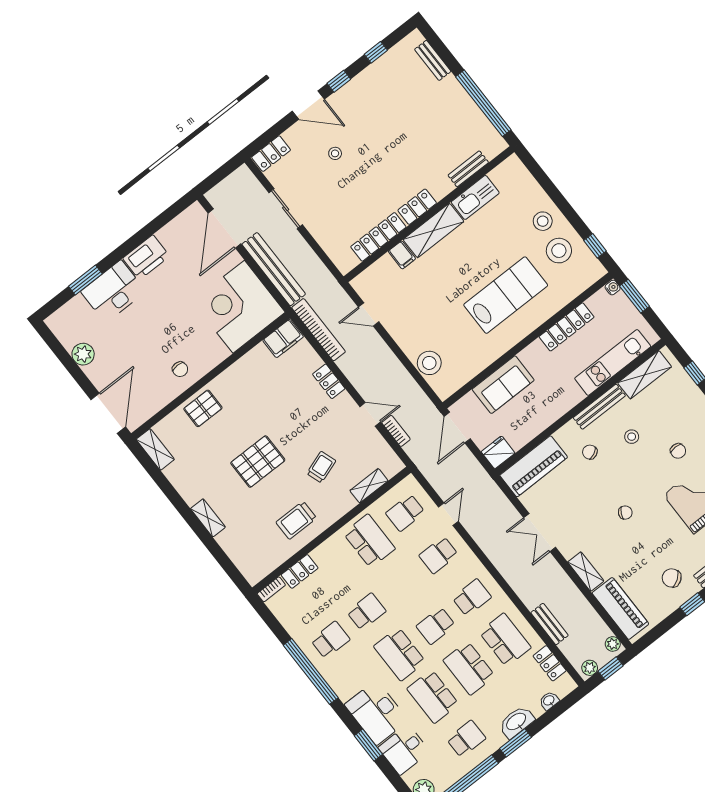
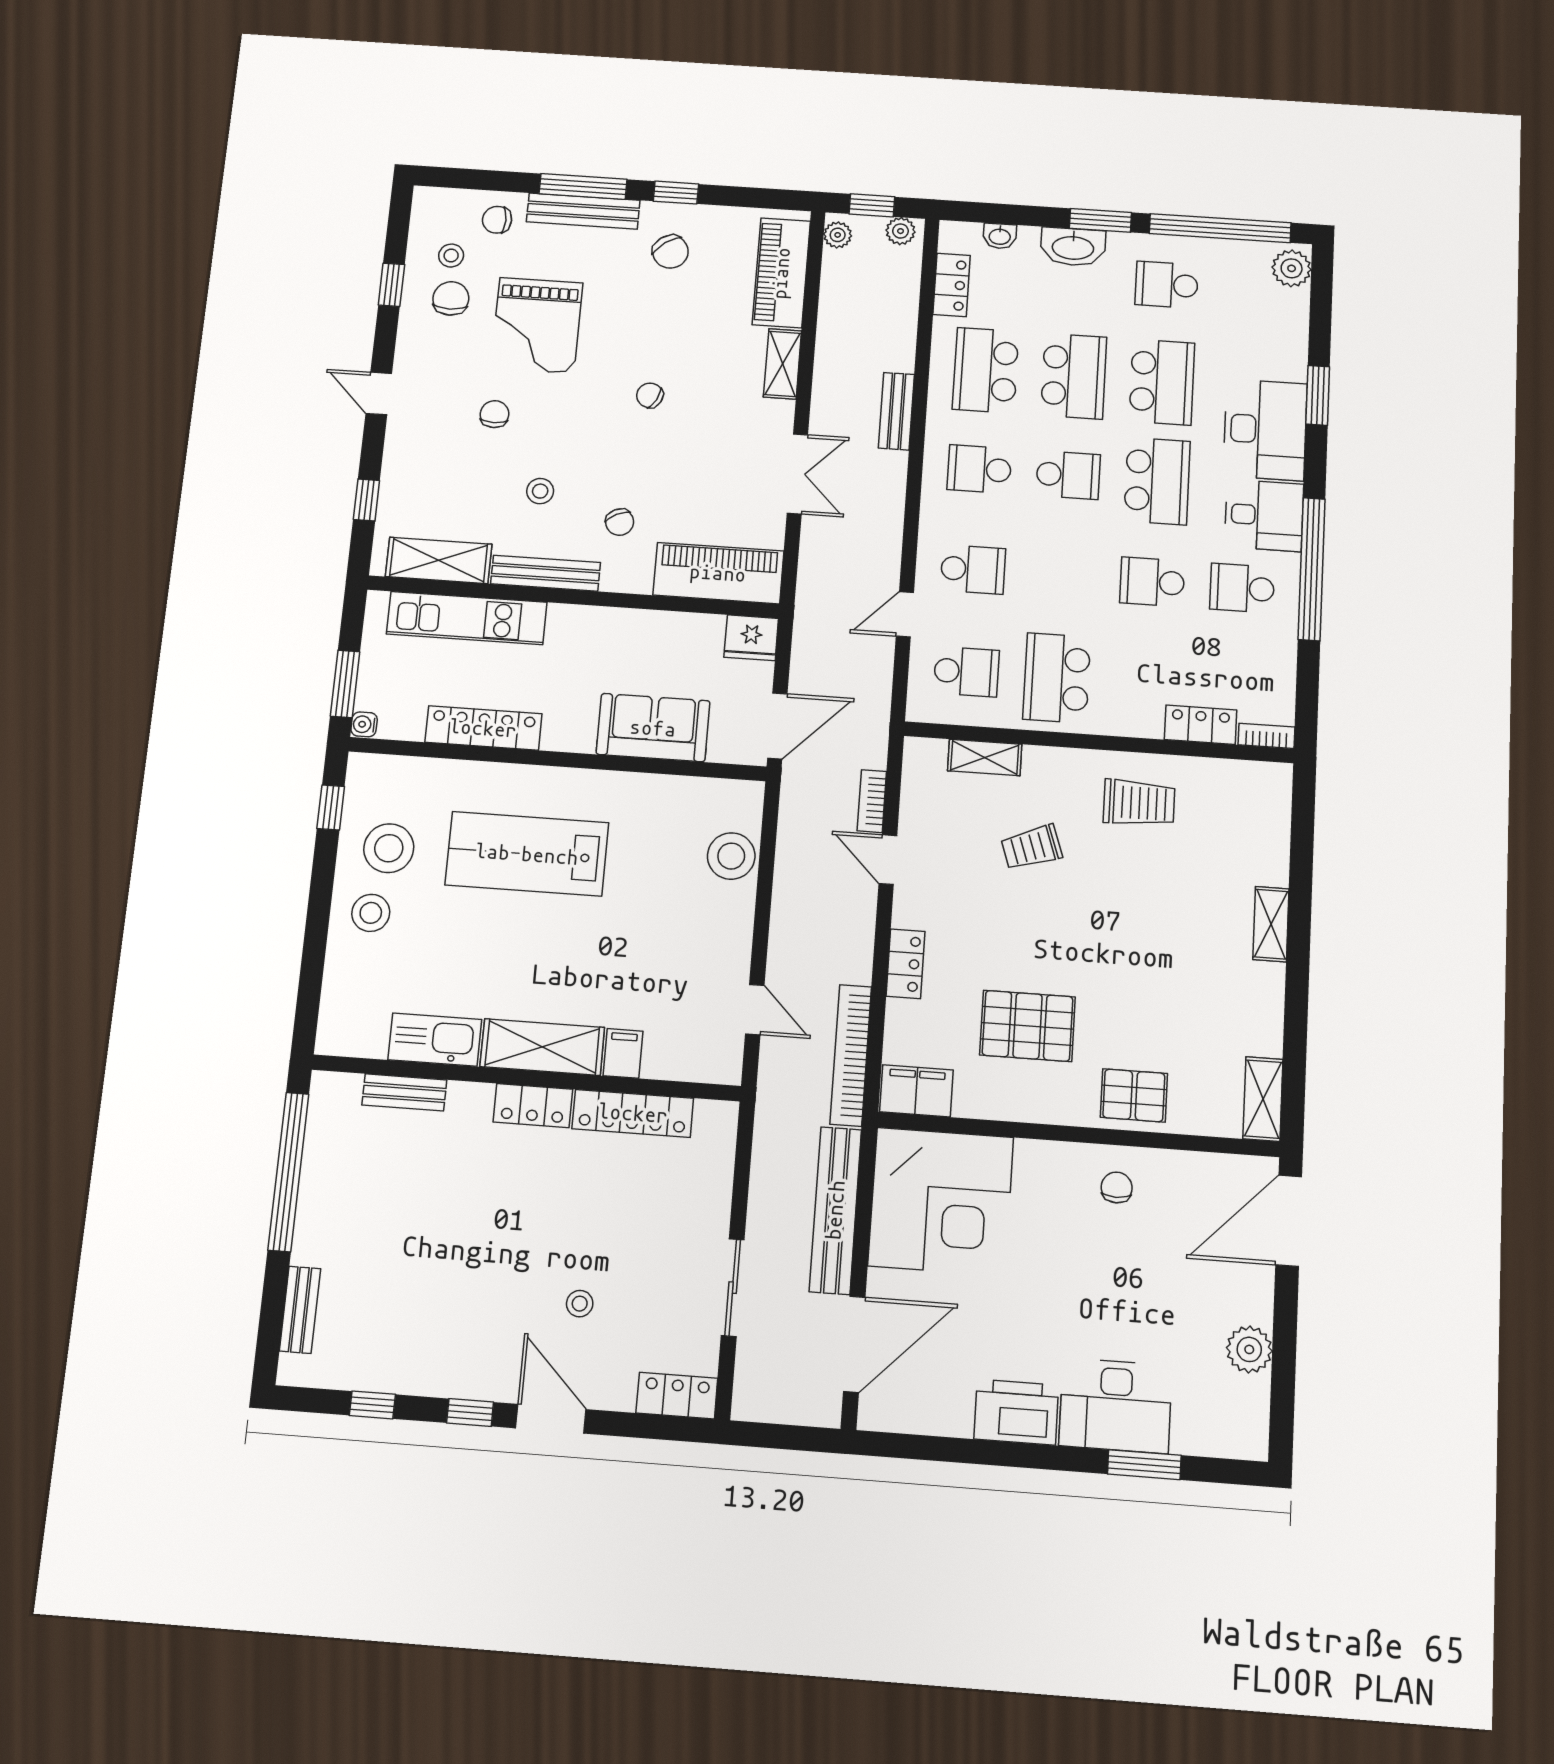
pallet: (258, 462) -> (1028, 1026), moved
bench: (549, 624) -> (896, 411), moved
desk: (404, 750) -> (1264, 515), moved

